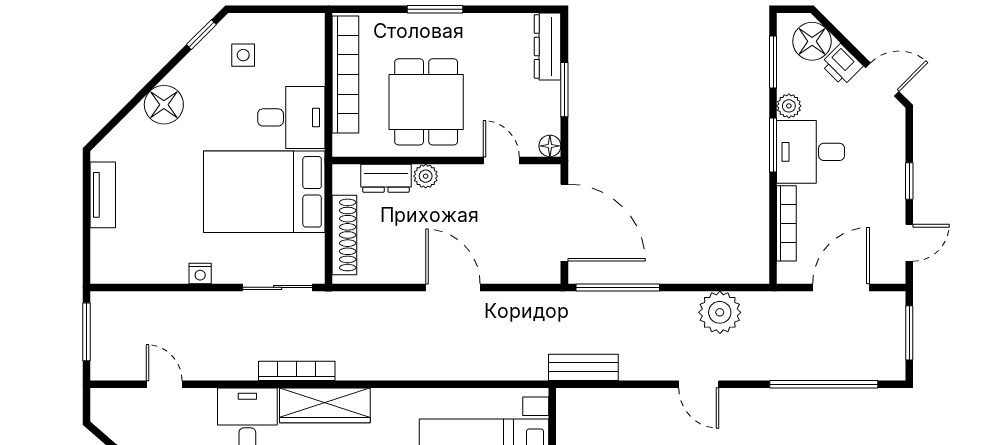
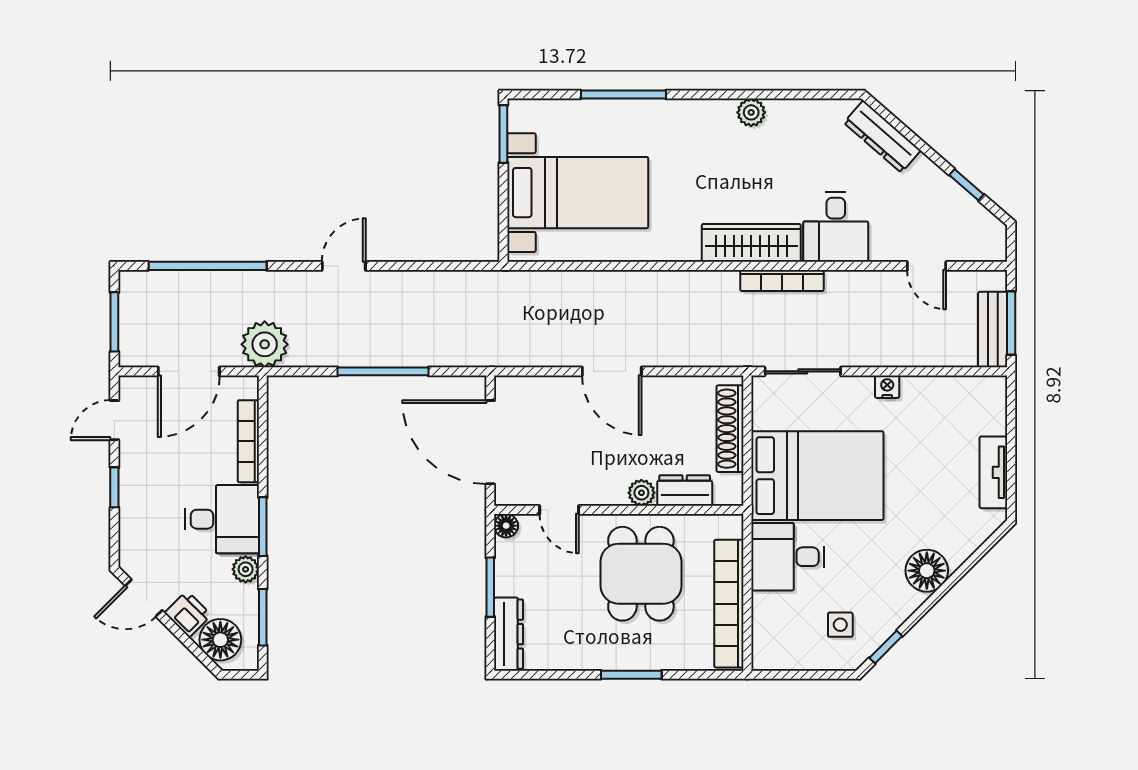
window: (618, 287) -> (383, 371), moved
plant: (720, 312) -> (265, 344), moved
bench: (583, 367) -> (993, 330), moved, turned 90
door: (699, 384) -> (344, 266), hinge flipped

